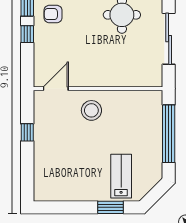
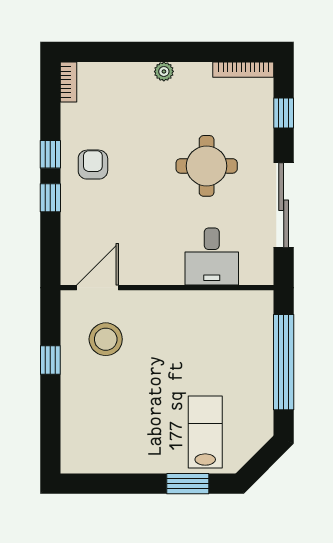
armchair: (53, 14) -> (93, 165), turned 90
desk: (125, 70) -> (212, 256), added
stool: (91, 110) -> (106, 339), moved

